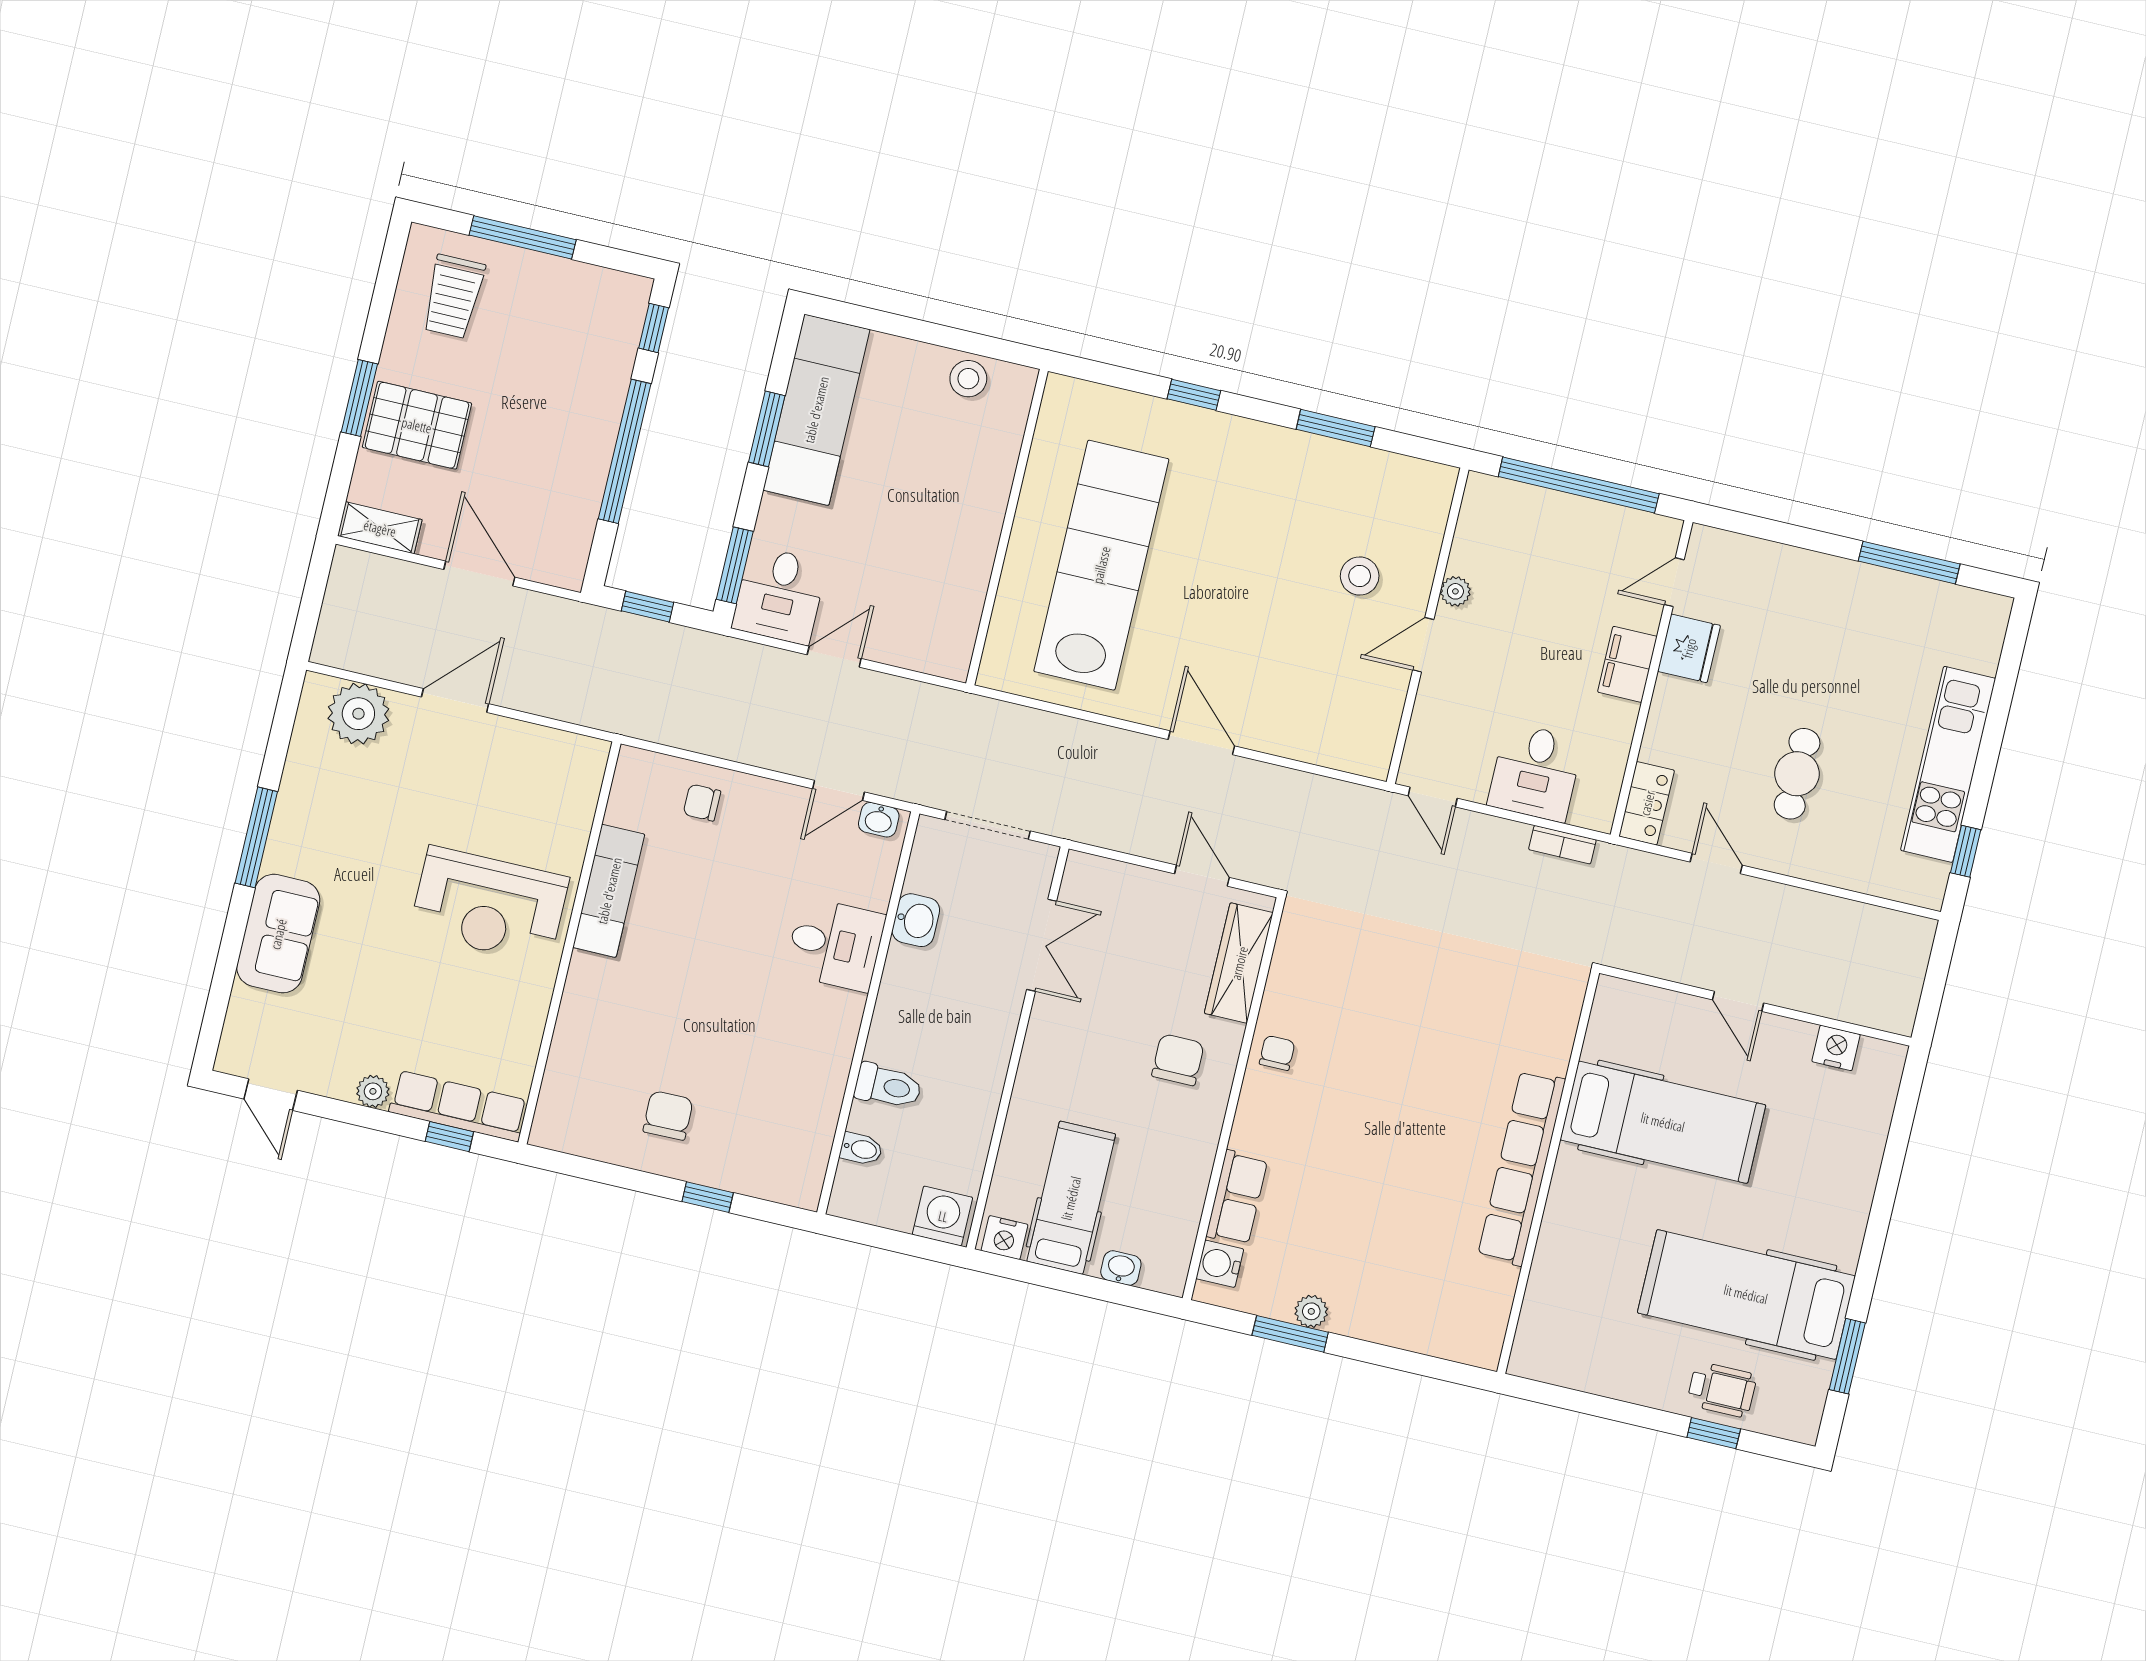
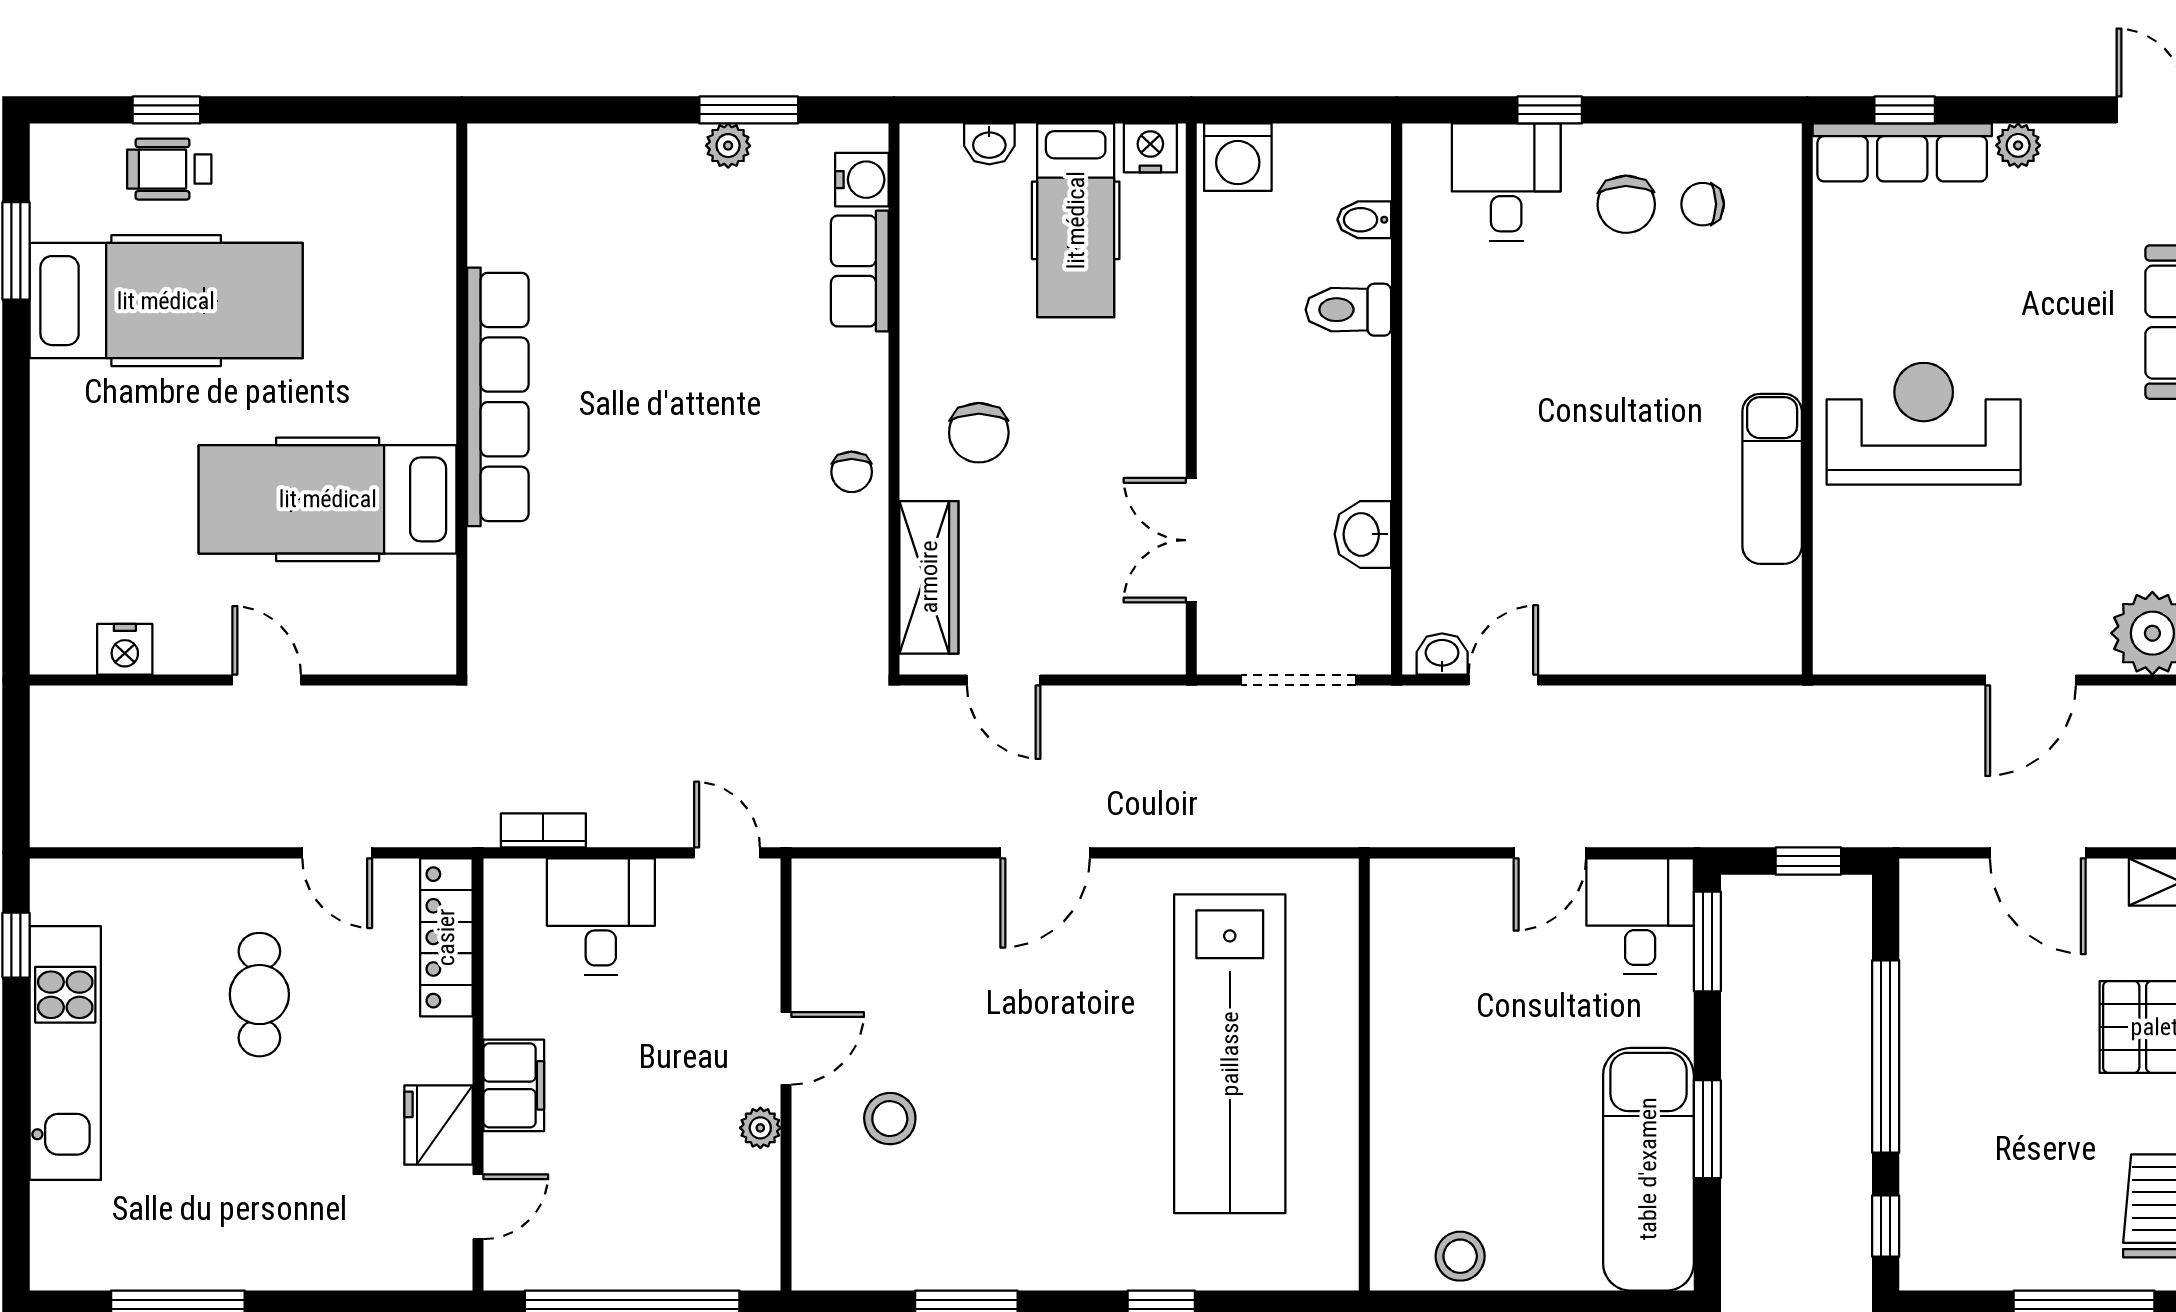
door: (1201, 743) -> (1045, 853), hinge flipped
chair: (702, 803) -> (1703, 204), moved, turned 180
locker: (1647, 803) -> (446, 937), width x1.53
desk: (835, 944) -> (1506, 182), moved, turned 90

